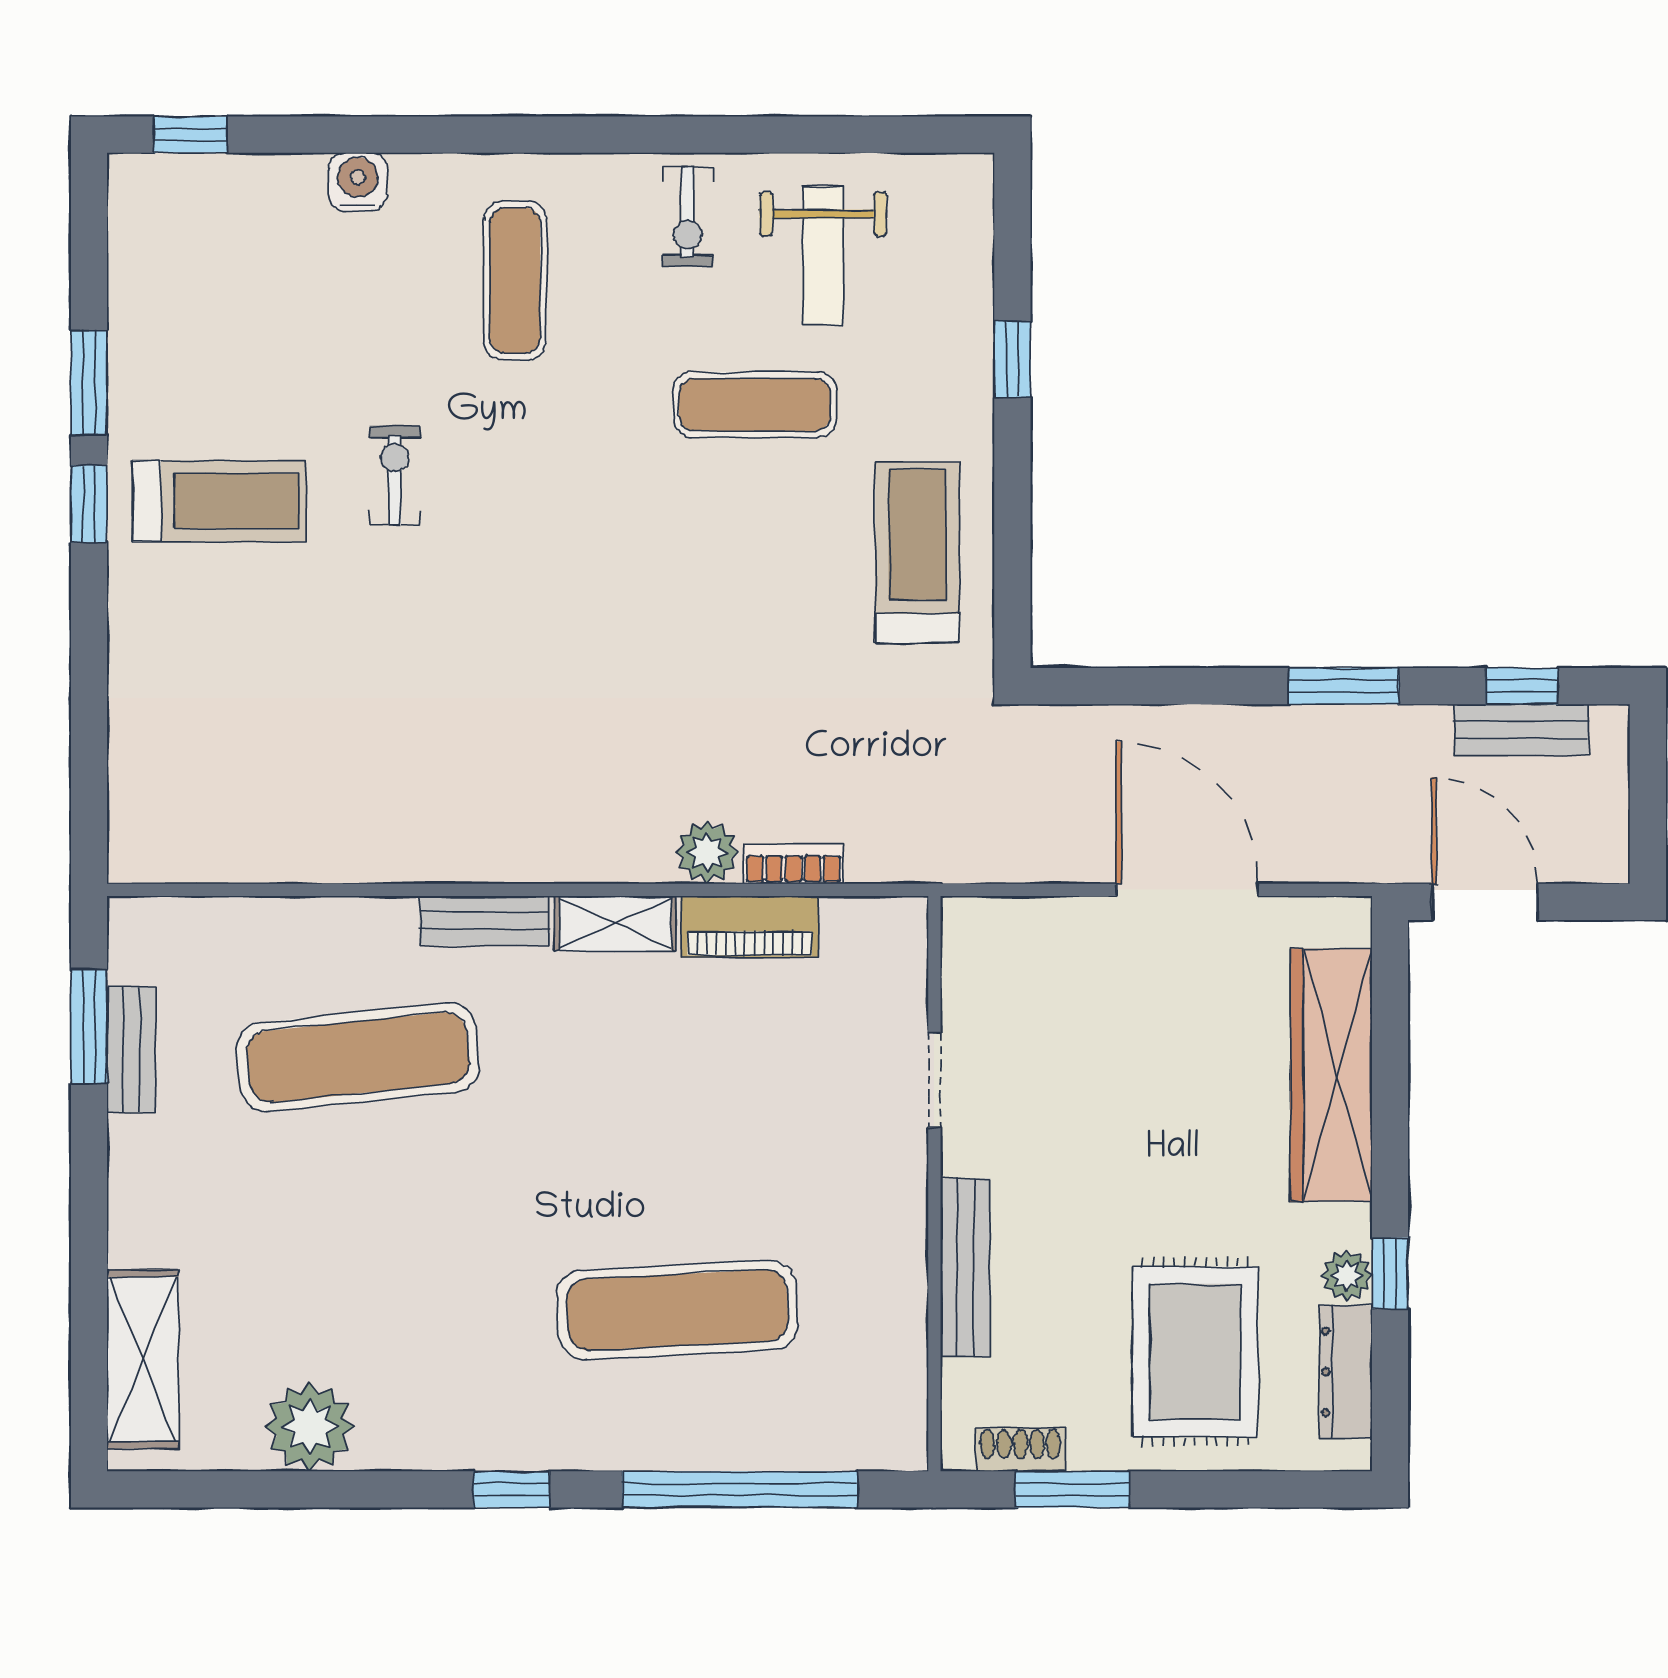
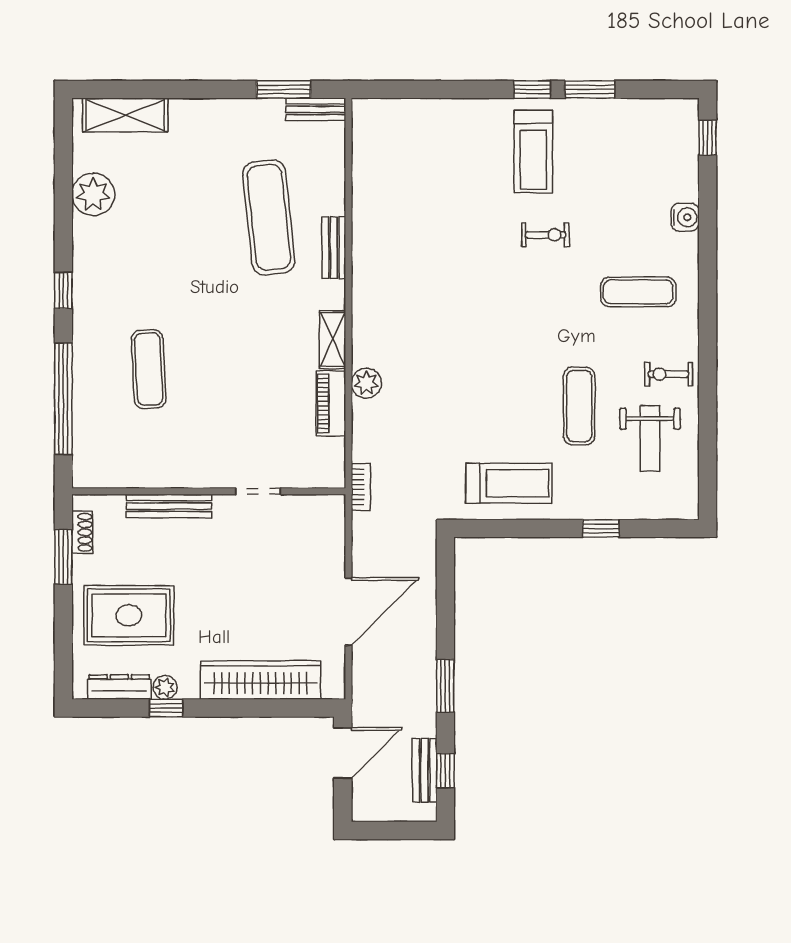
weight bench: (823, 256) -> (650, 438), turned -90
bookcase: (793, 864) -> (361, 487), moved
bench: (484, 921) -> (334, 248), moved
bench: (131, 1050) -> (316, 109), moved
exercise mat: (677, 1310) -> (149, 369), width x0.73, depth x0.69

